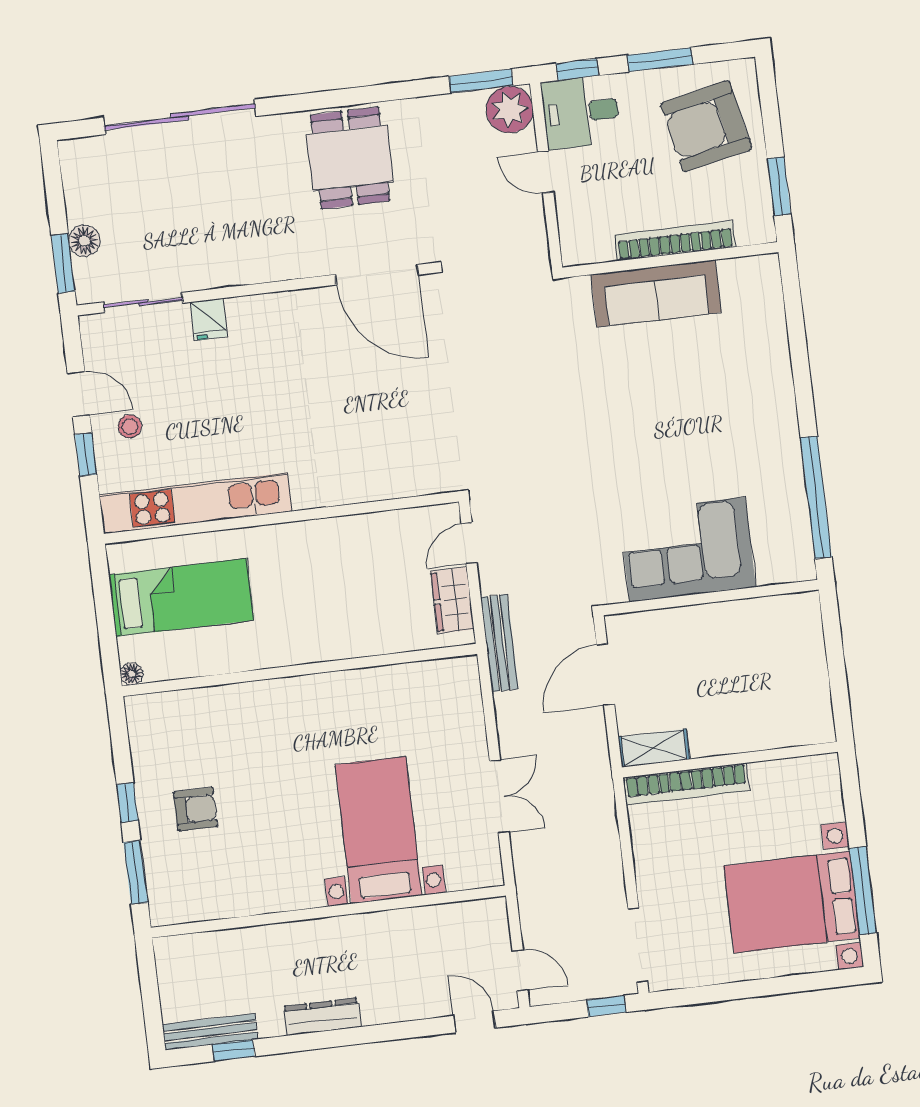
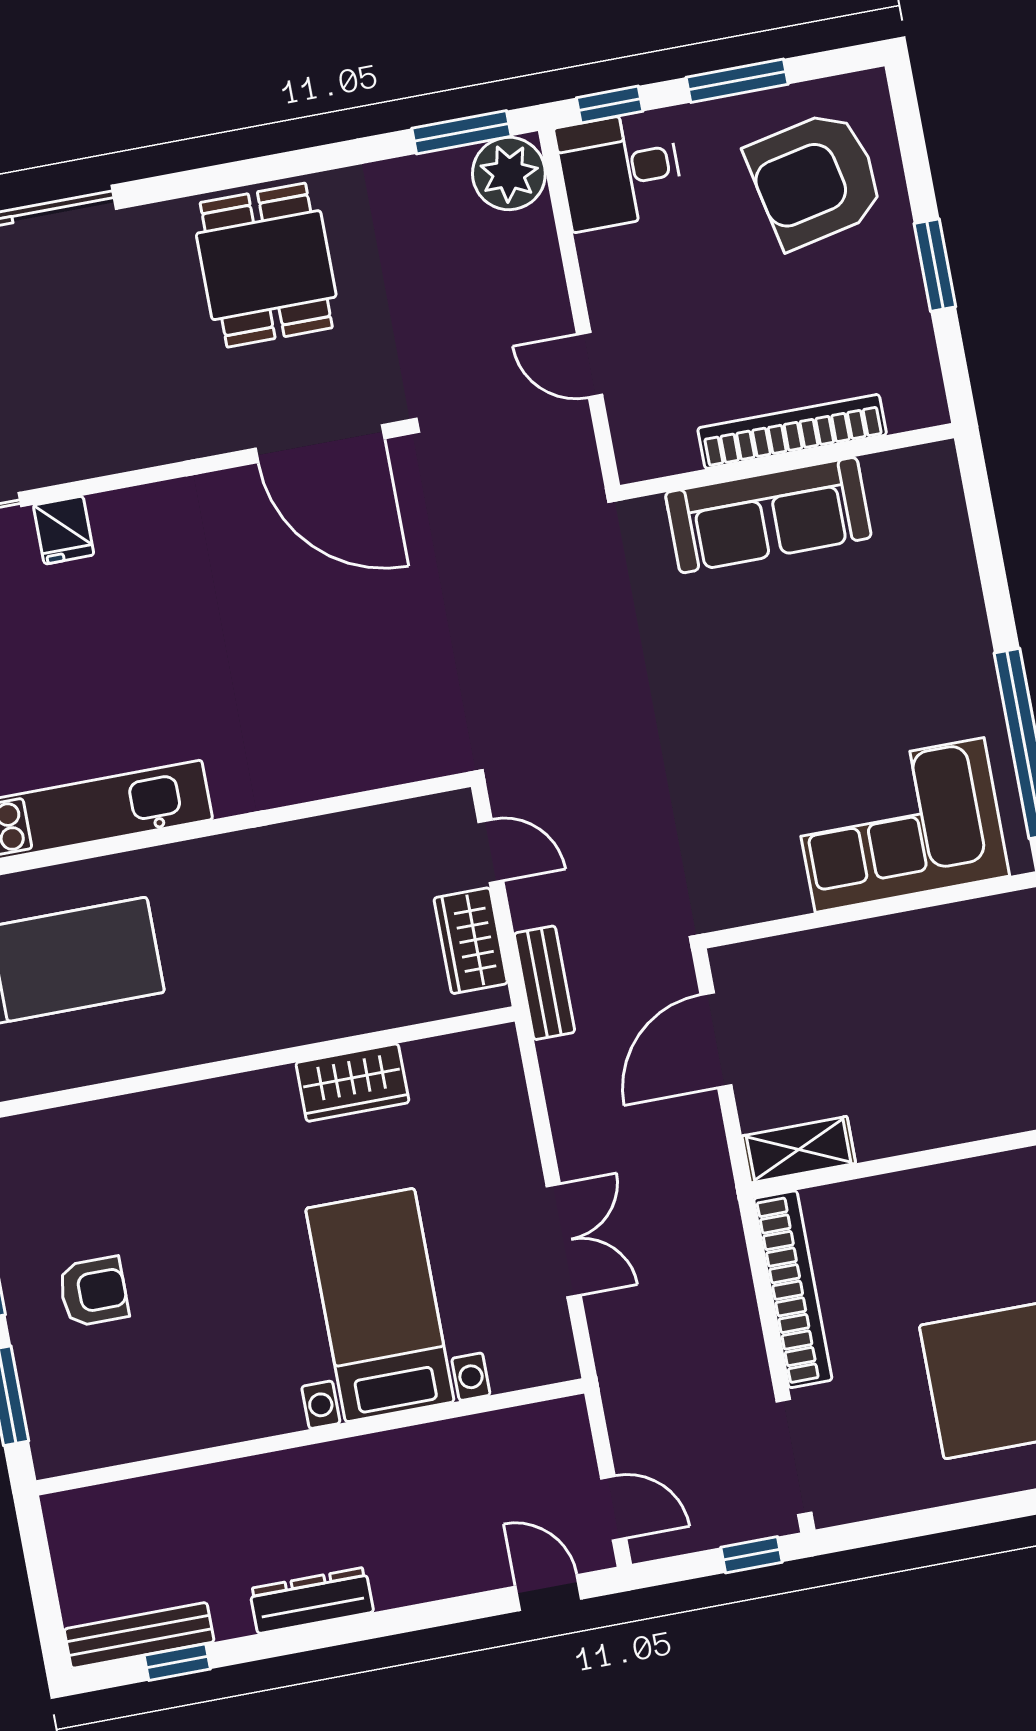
door: (546, 172) -> (590, 365), moved
bookcase: (675, 241) -> (792, 431), moved
wall: (670, 260) -> (787, 462), moved
sofa: (656, 293) -> (768, 515), moved
door: (469, 544) -> (491, 851), swing flipped
corner sofa: (687, 550) -> (900, 825), moved
bench: (499, 643) -> (544, 983), width x0.73
wardrobe: (370, 686) -> (352, 1083), added
bookcase: (686, 784) -> (793, 1289), moved, turned -90

